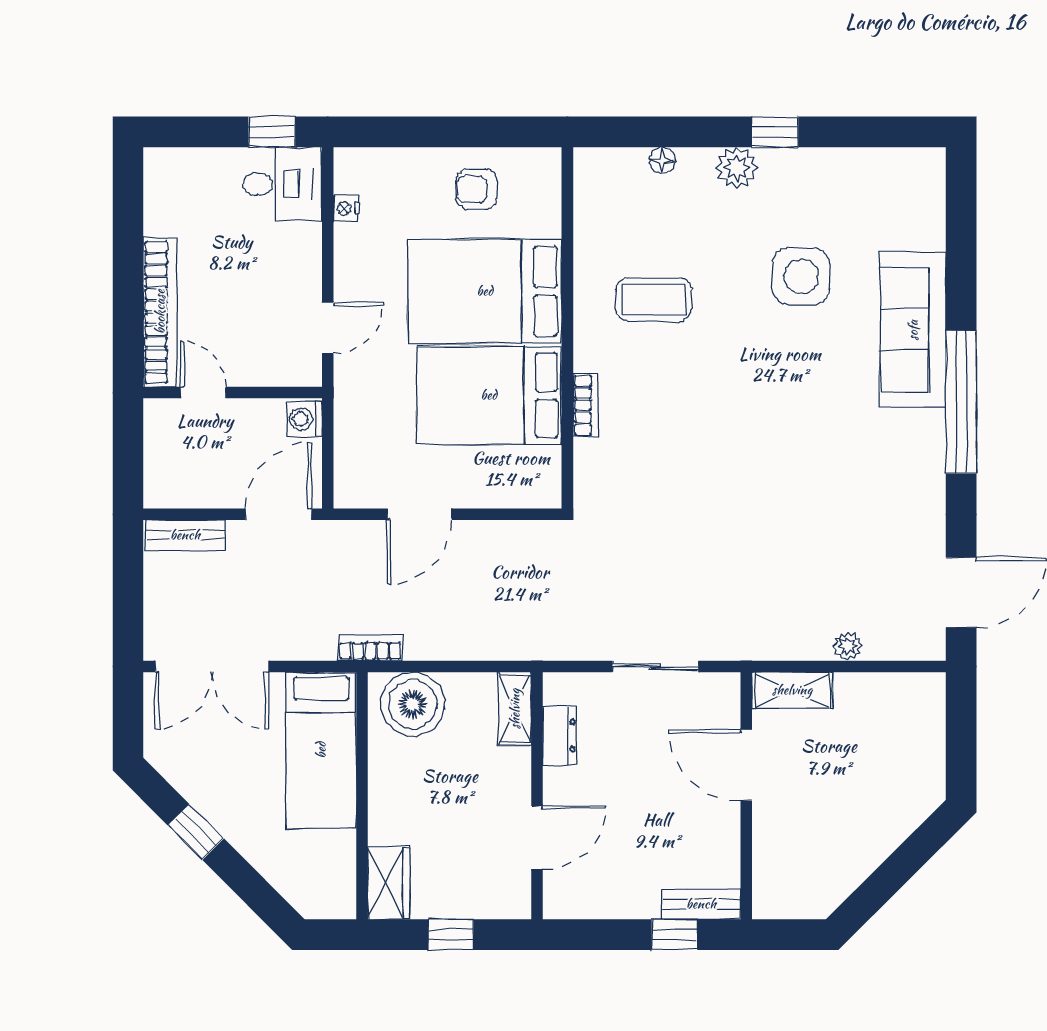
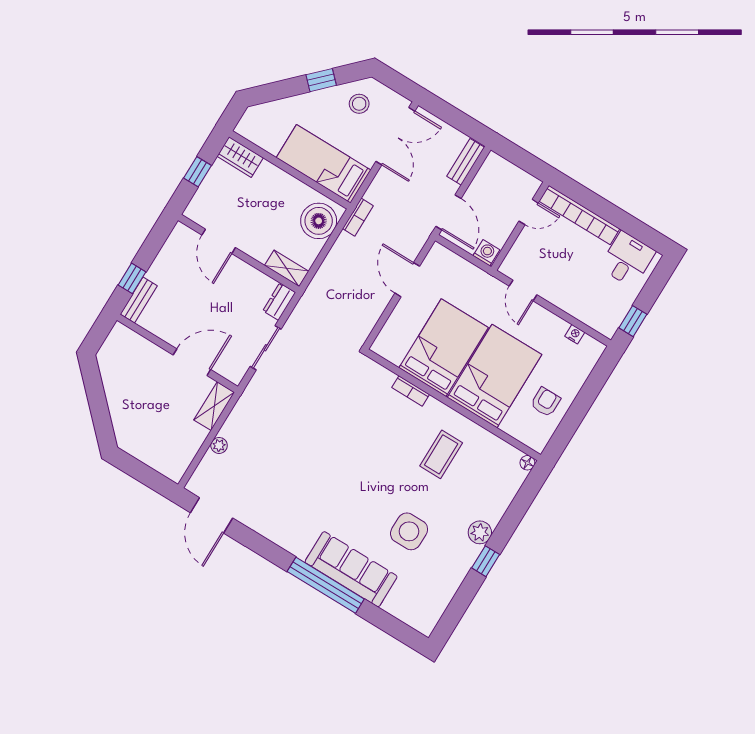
floor lamp: (662, 160) -> (527, 463), moved
desk: (282, 184) -> (627, 259), moved, turned 180
window: (961, 402) -> (326, 585), moved
double door: (212, 666) -> (395, 136), swing flipped
dresser: (559, 736) -> (279, 302), moved, turned 90
stool: (196, 752) -> (359, 104), added

